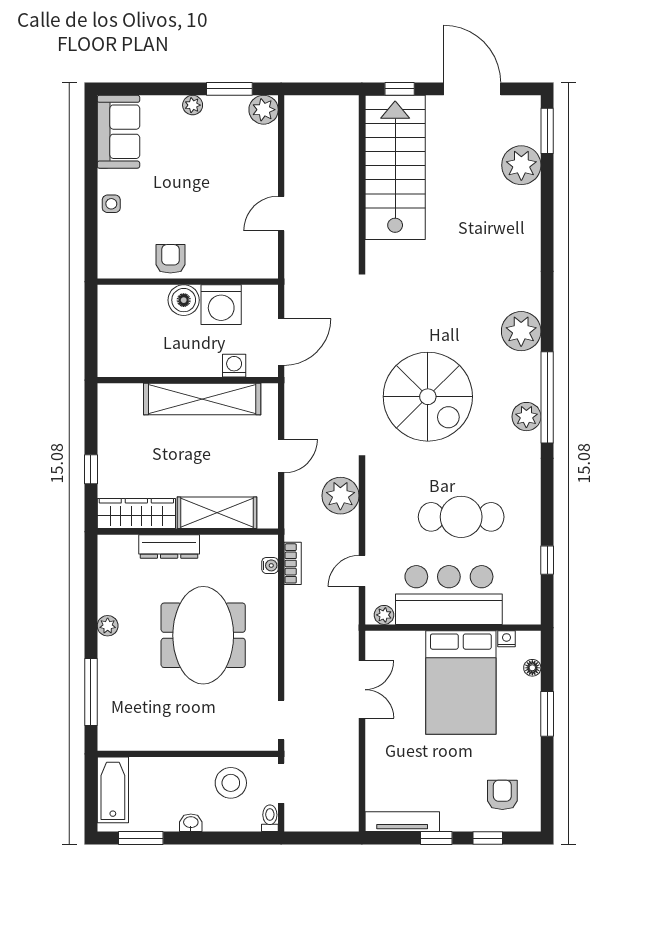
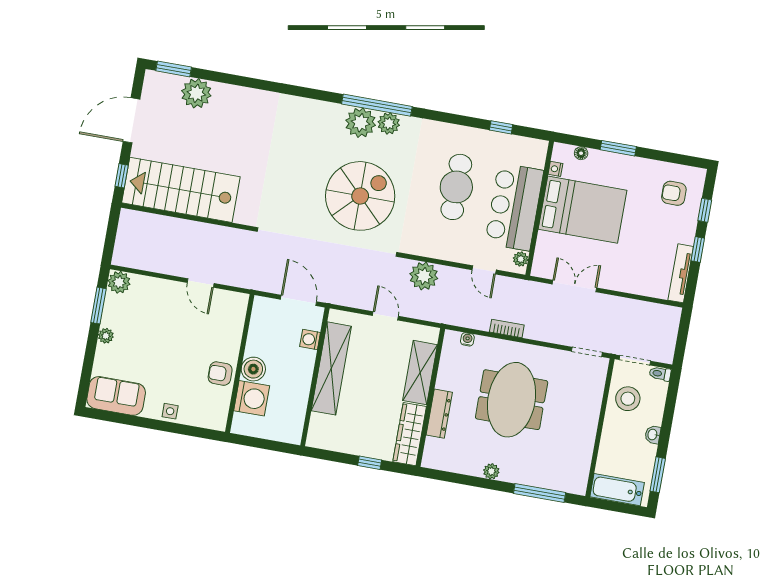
washing machine: (221, 305) -> (252, 398), moved
plant: (521, 331) -> (361, 123), moved
bookcase: (293, 563) -> (507, 328), moved
meeting table: (203, 635) -> (512, 400), turned 90

